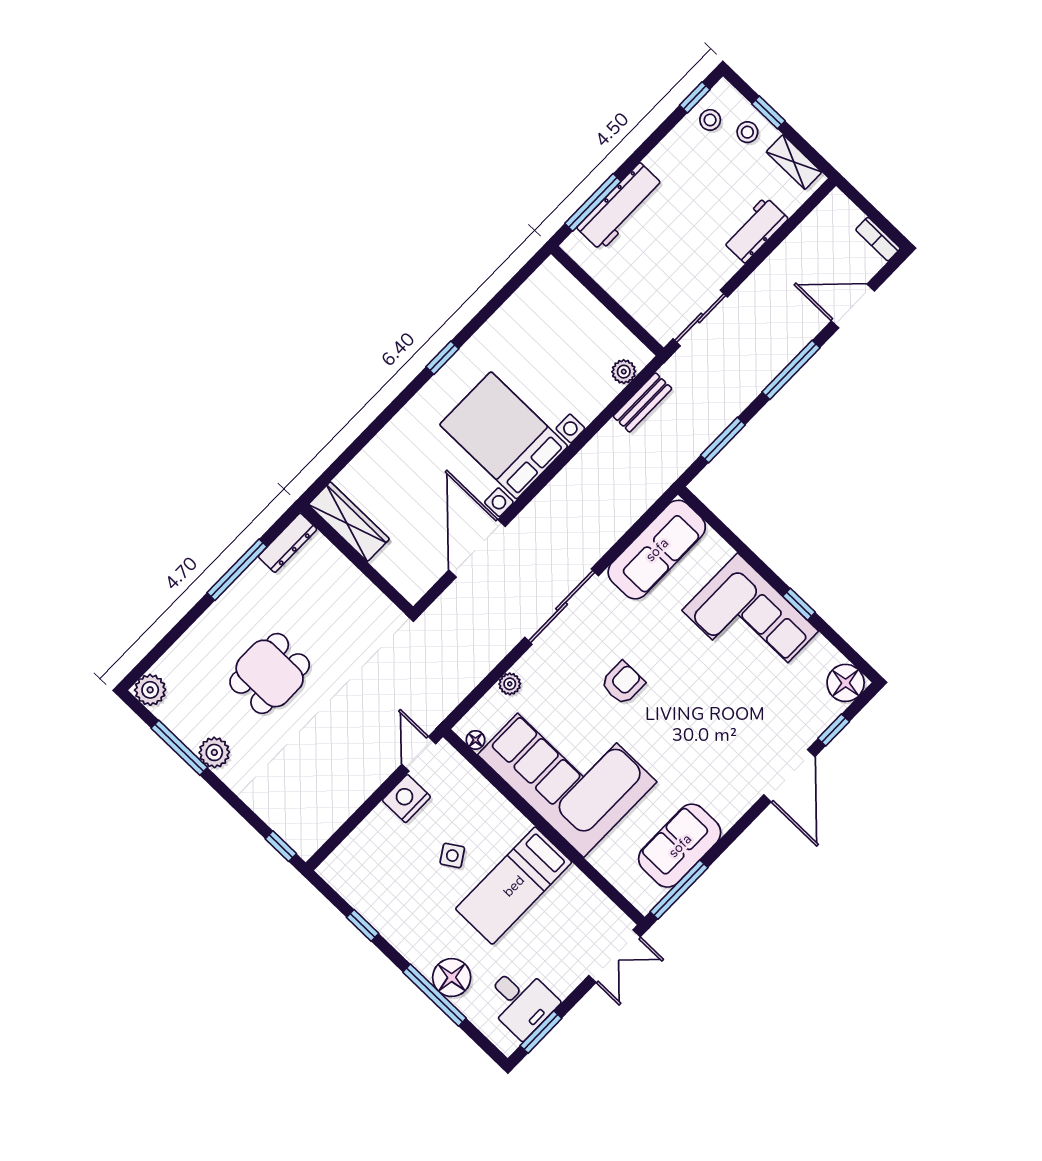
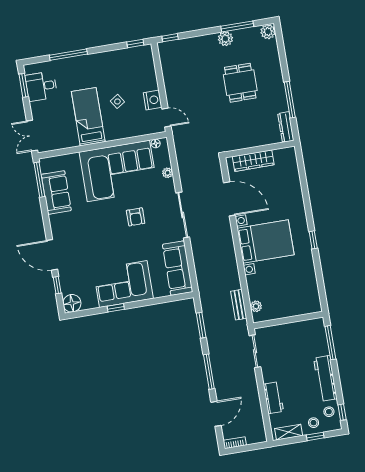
workbench: (620, 207) -> (325, 378), moved
wardrobe: (349, 522) -> (253, 161), moved
window: (363, 925) -> (135, 43), moved
floor lamp: (452, 978) -> (70, 66), removed

